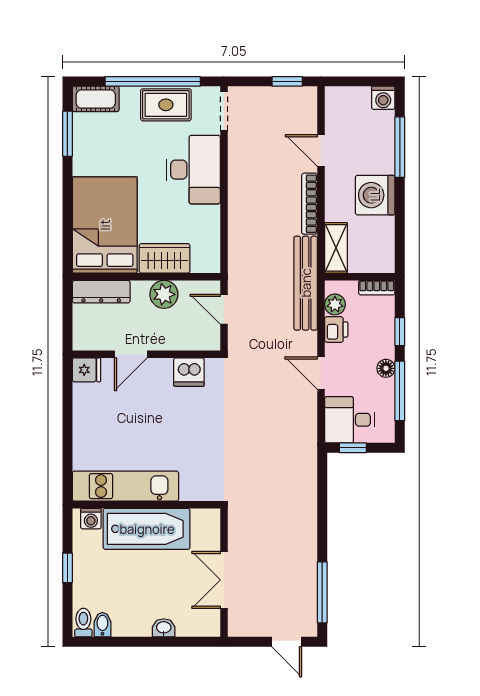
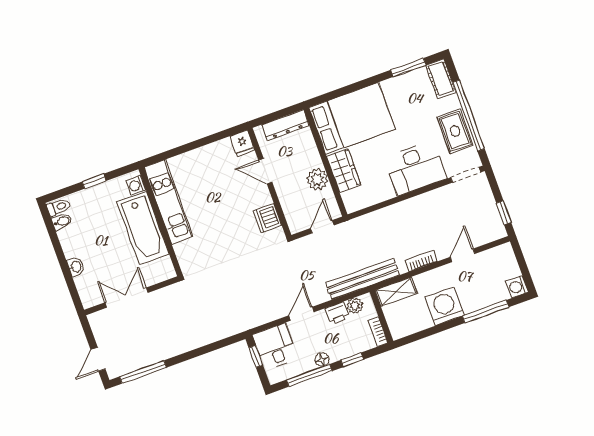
bookcase: (309, 204) -> (421, 261), width x0.64
dresser: (101, 292) -> (286, 125), moved, turned -90

